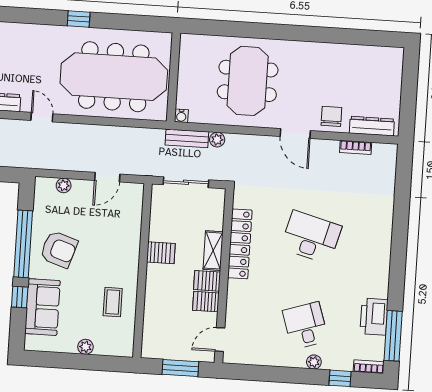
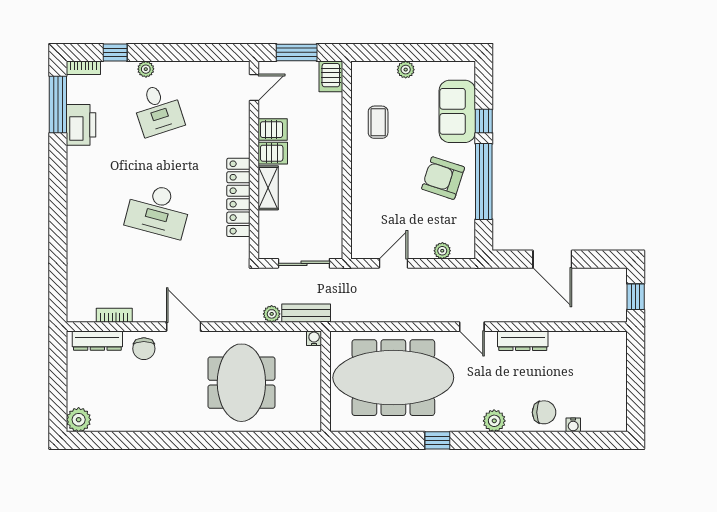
plant: (28, 33) -> (494, 421), added
plant: (393, 58) -> (79, 420), added
server rack: (161, 253) -> (331, 76), moved, turned -90

